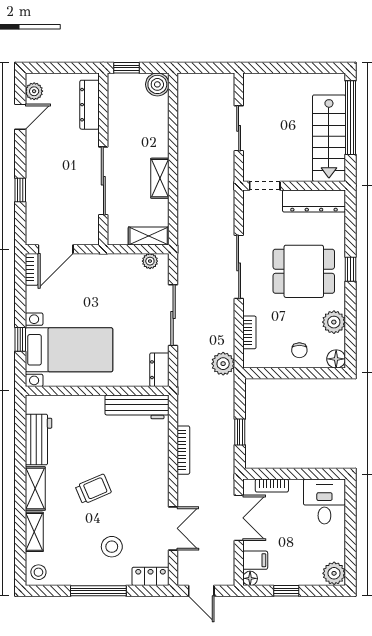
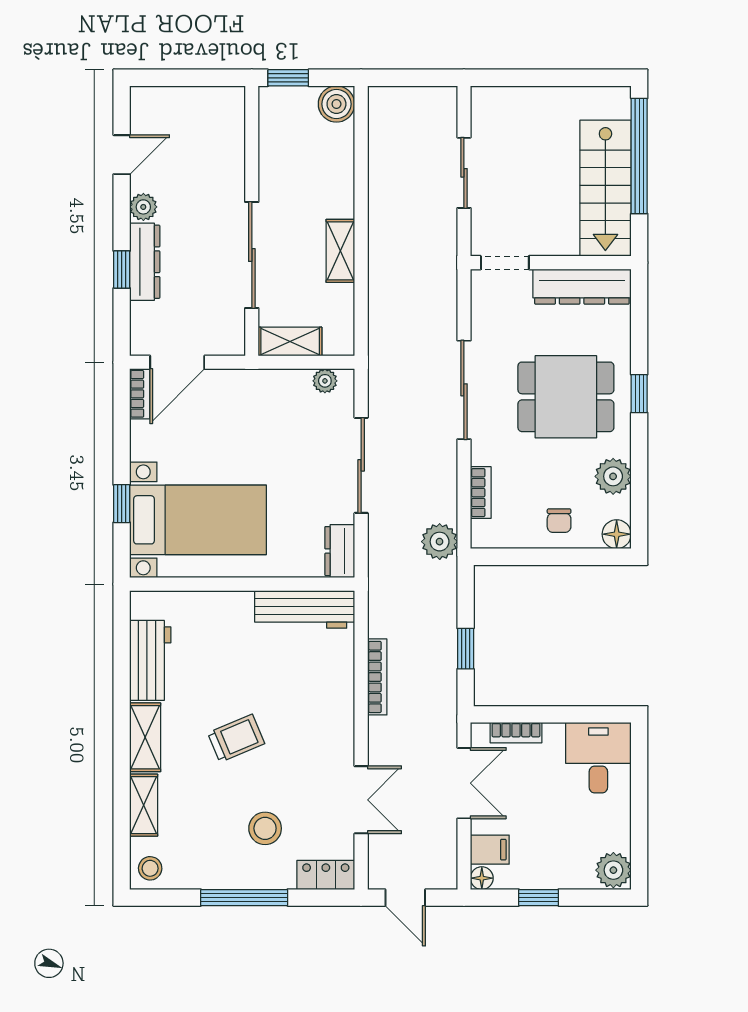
plant: (34, 91) -> (143, 207), moved
dresser: (90, 105) -> (145, 262), moved, turned 180
shelving: (149, 236) -> (290, 342), moved

